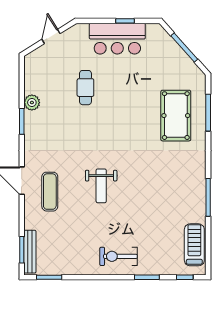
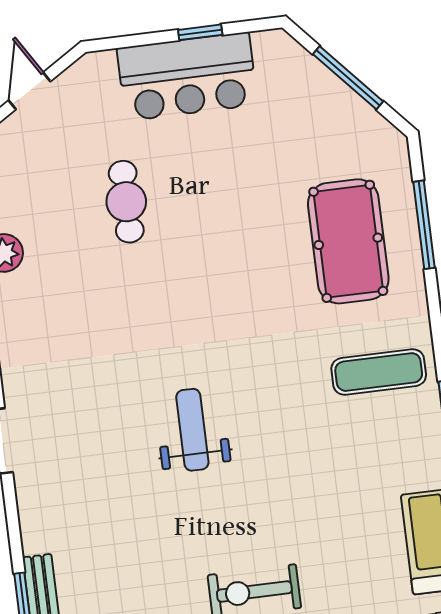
weight bench: (101, 186) -> (192, 430), turned 180
exercise mat: (50, 192) -> (379, 372), moved, turned 90

